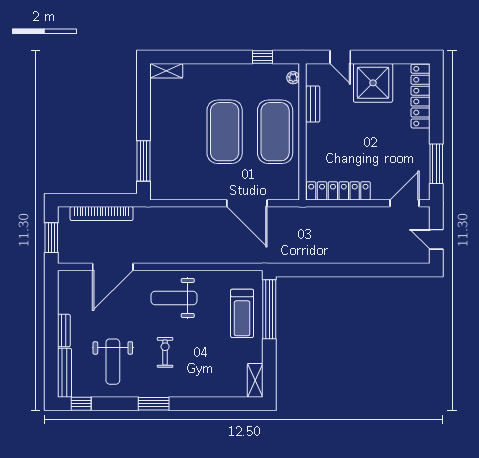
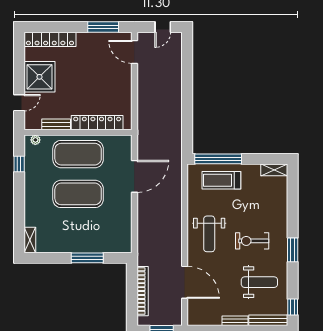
window: (143, 161) -> (87, 258), moved
locker: (338, 191) -> (97, 123), moved, turned 90
treadmill: (242, 313) -> (221, 180), turned 180
exercise bike: (165, 352) -> (252, 241), width x1.38, depth x1.39

